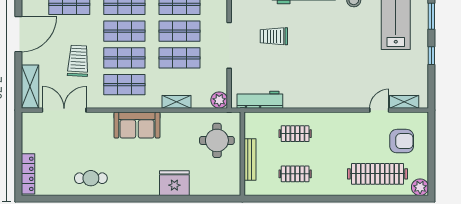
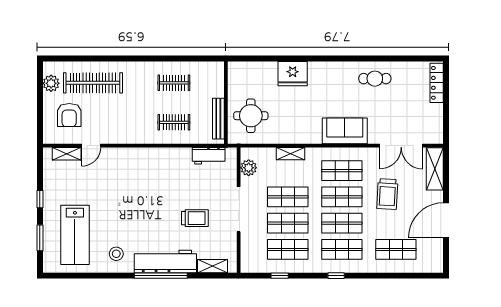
plant: (219, 100) -> (249, 168), moved
workbench: (260, 100) -> (209, 156), width x0.73
sofa: (137, 125) -> (345, 131), moved
armchair: (402, 141) -> (69, 115), turned -90
bench: (250, 160) -> (218, 119), moved
plant: (420, 187) -> (51, 83), moved

